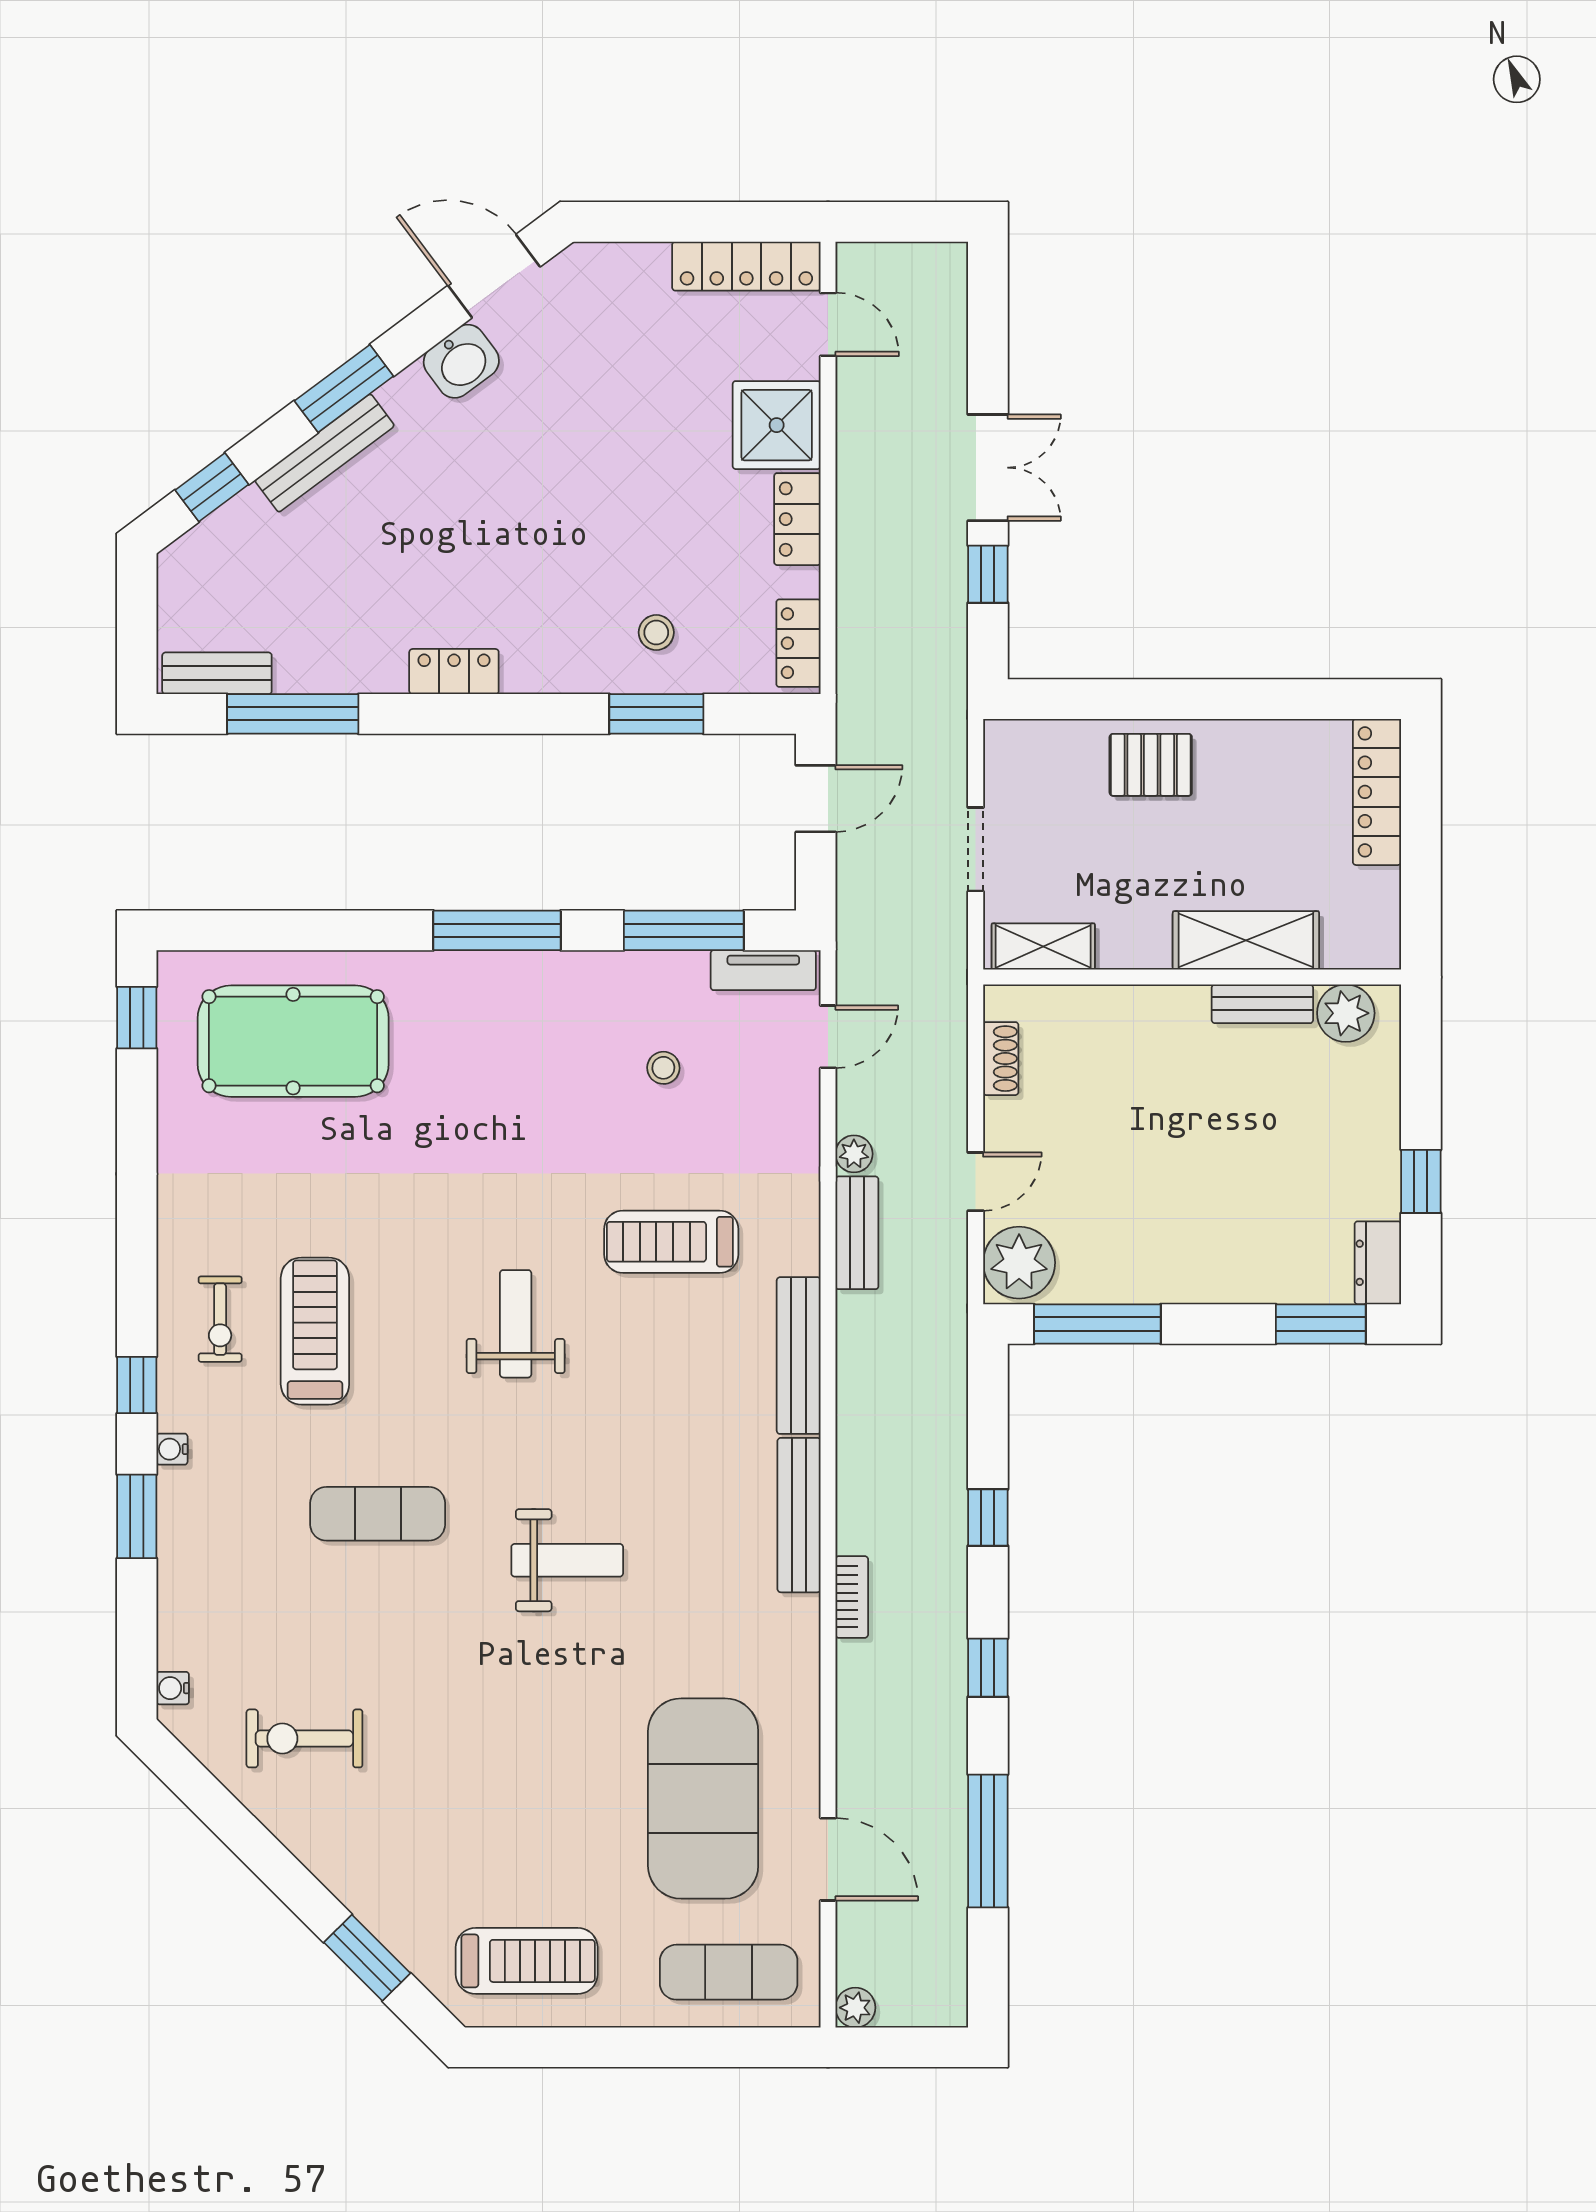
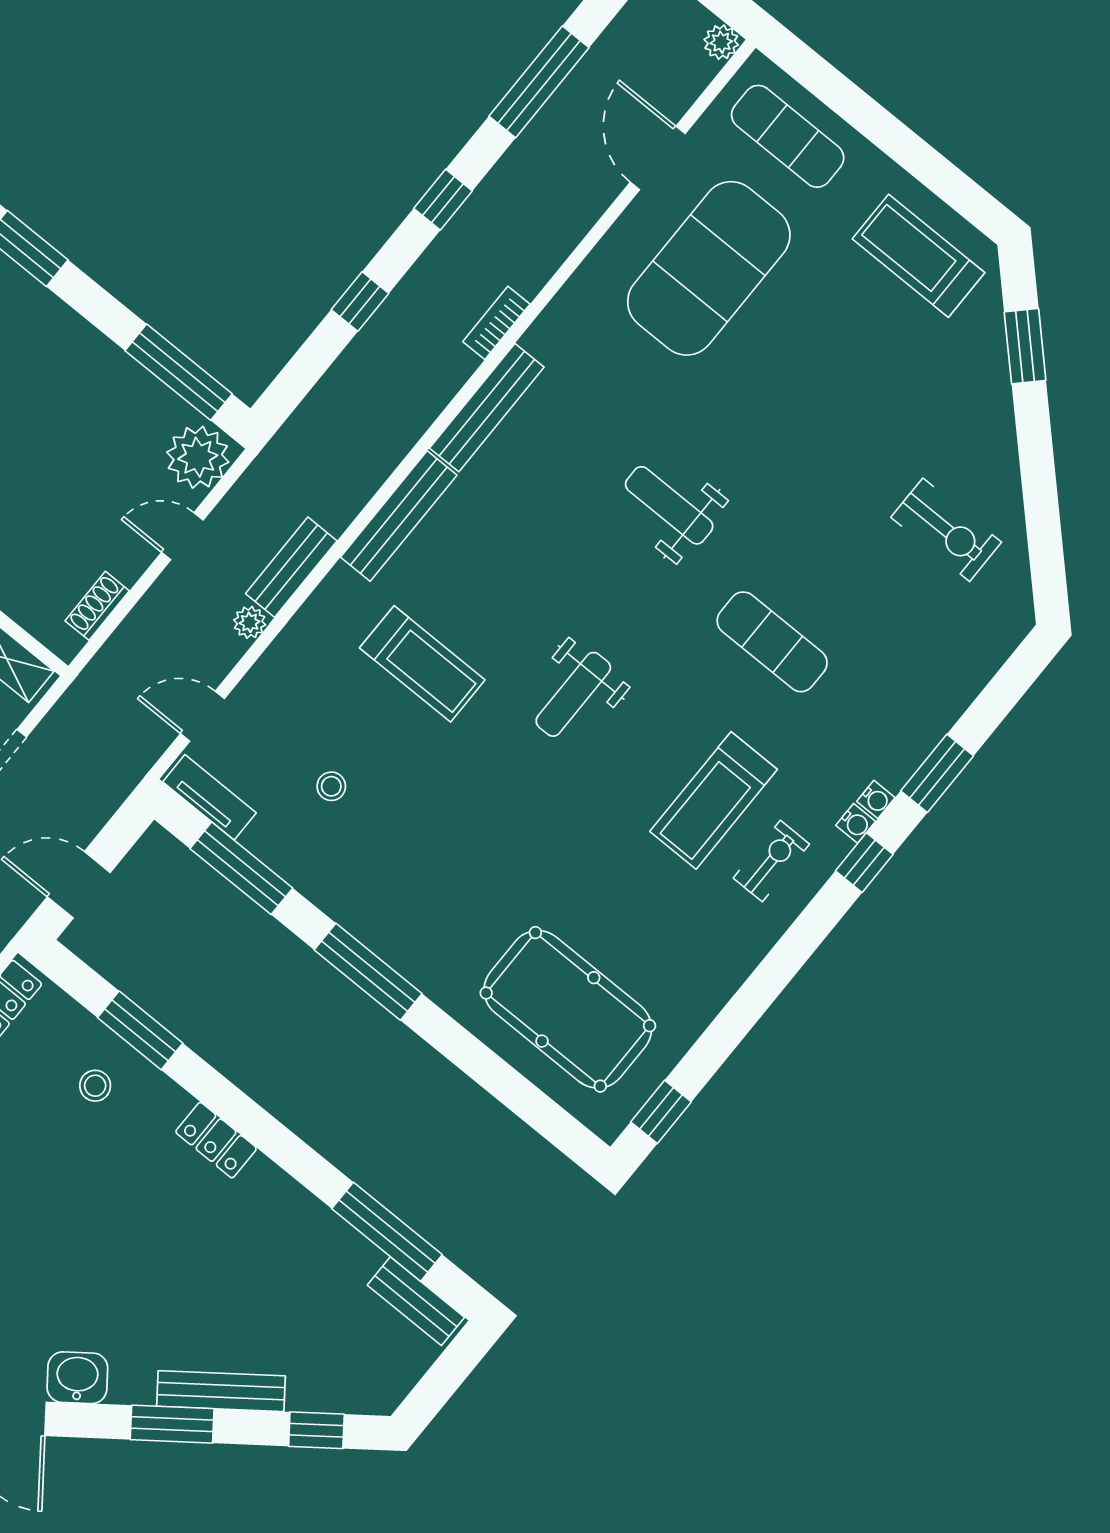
locker: (454, 672) -> (216, 1140), moved
water cooler: (173, 1688) -> (856, 823), moved

